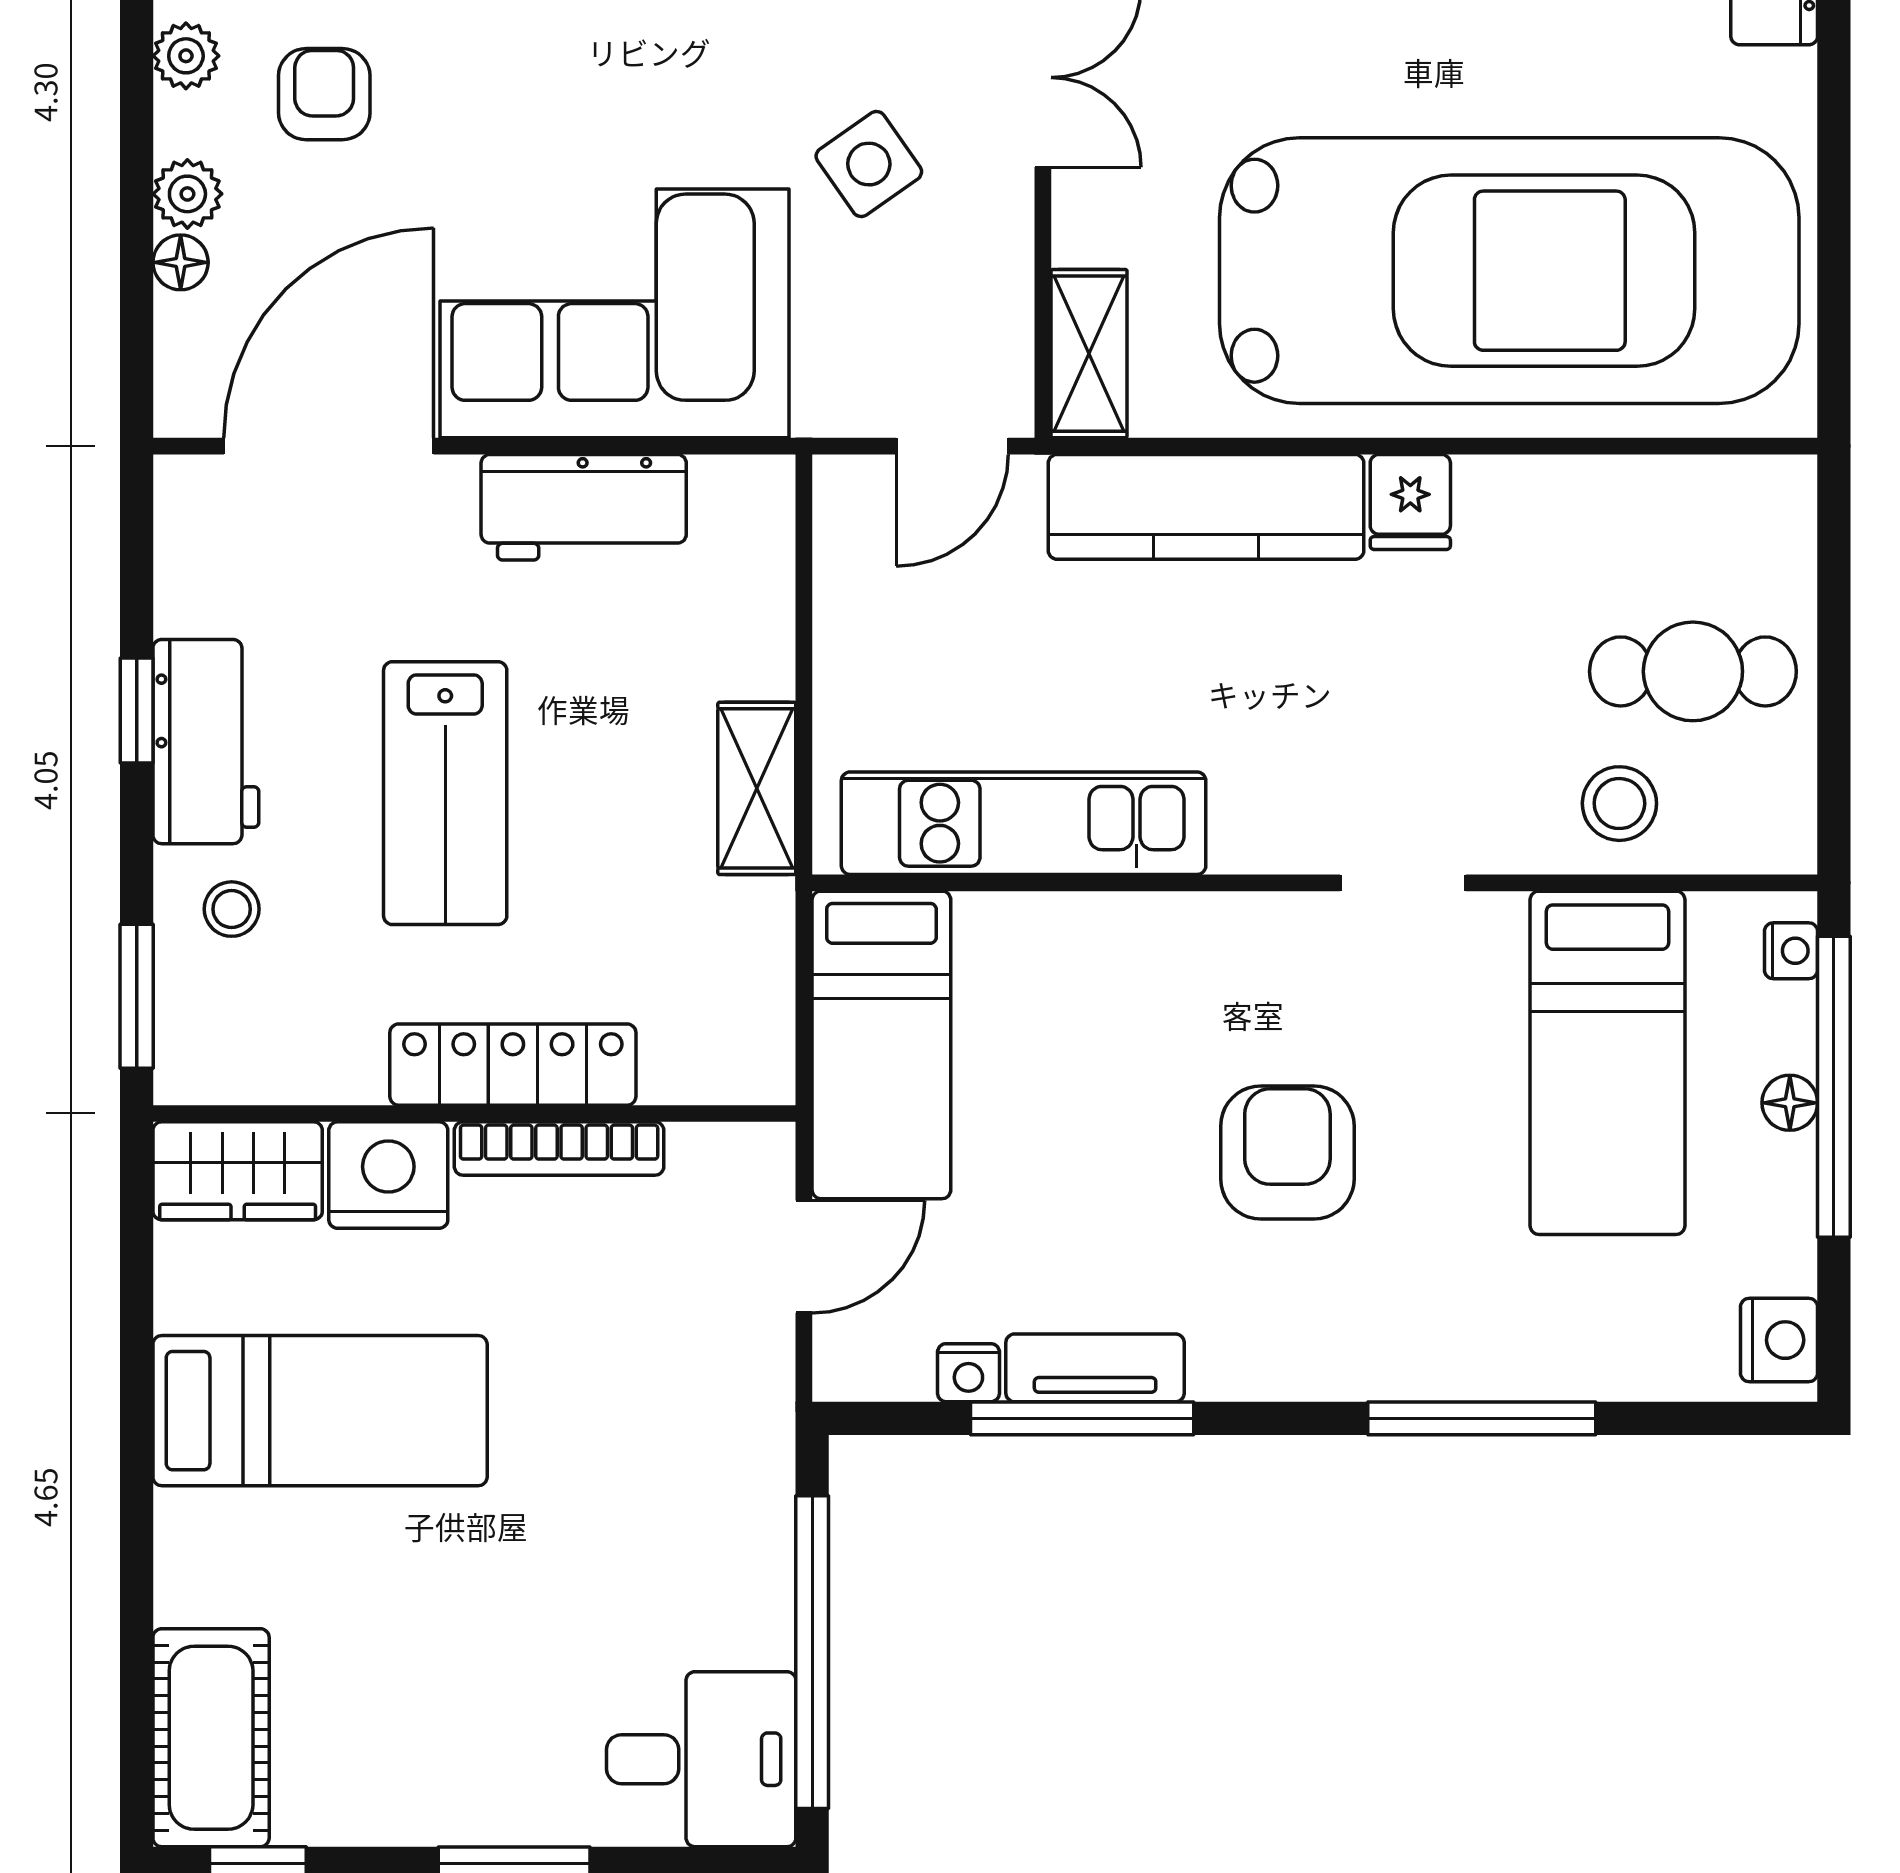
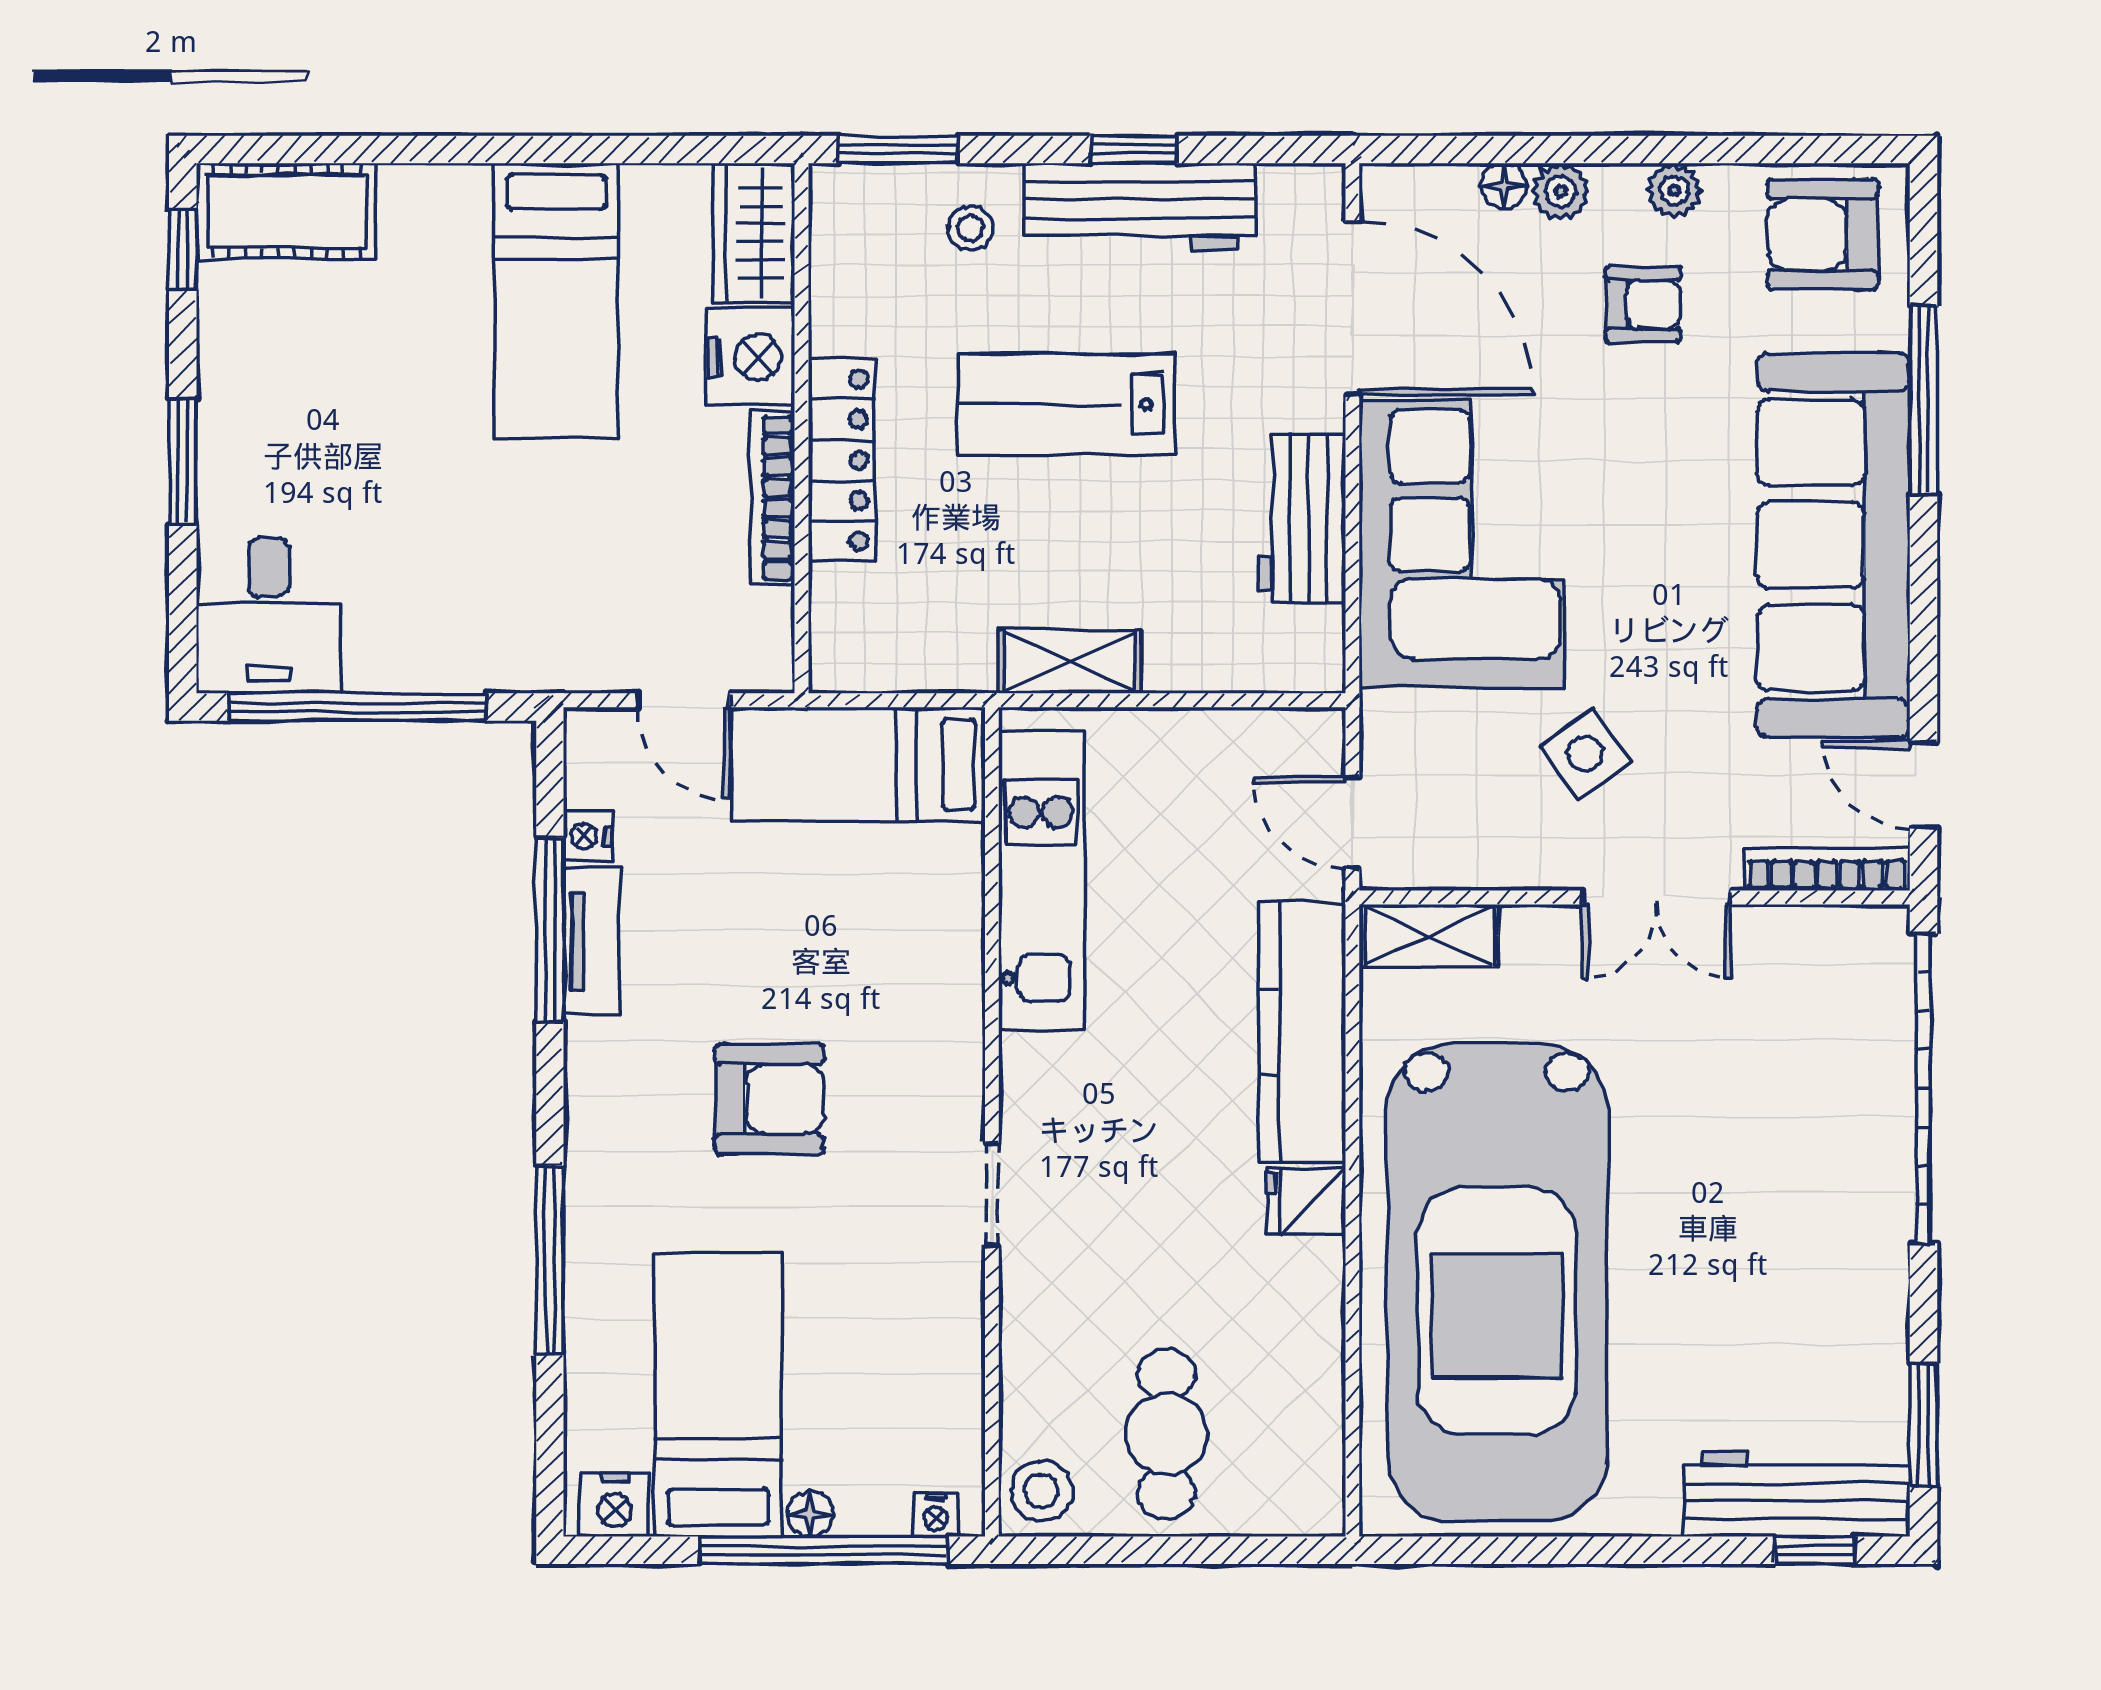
workbench: (206, 742) -> (1140, 207), width x1.38
stool: (1619, 804) -> (1041, 1491), moved
bed: (1607, 1063) -> (718, 1395), moved, turned 90

